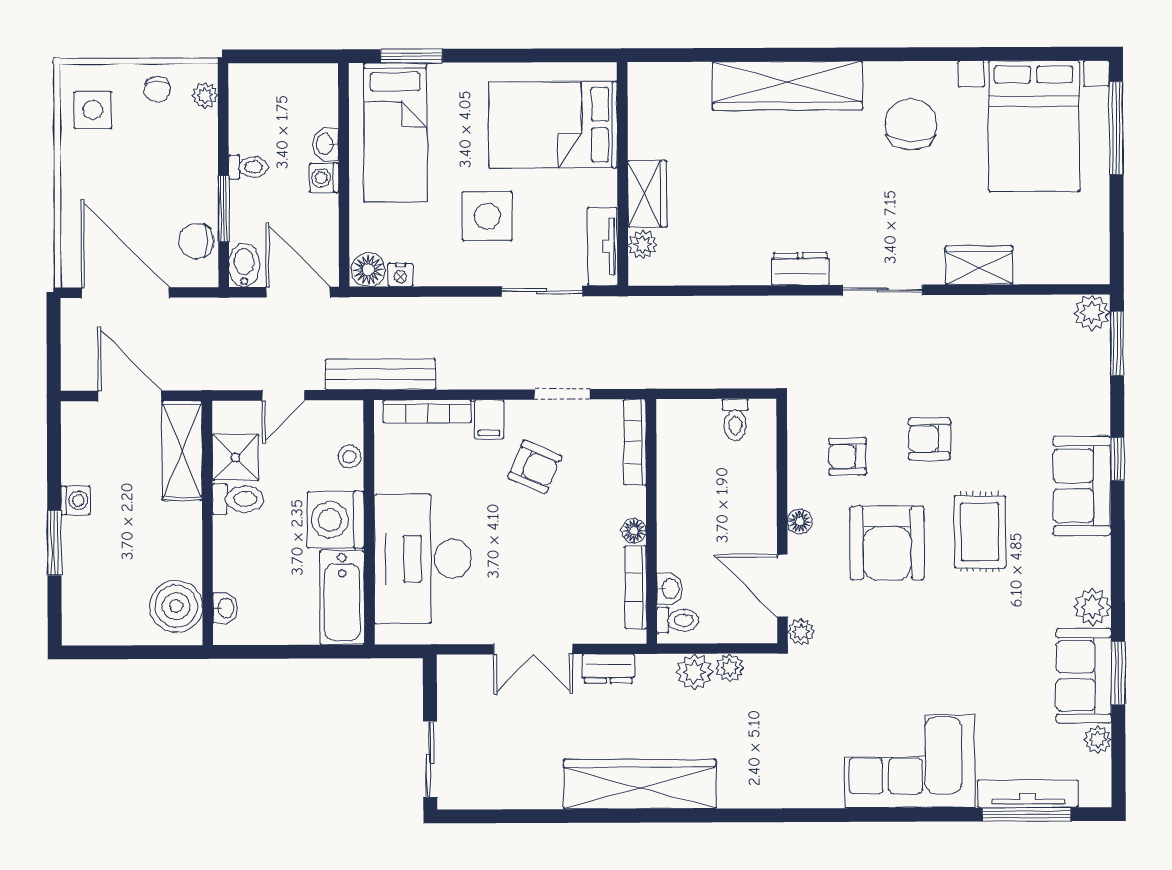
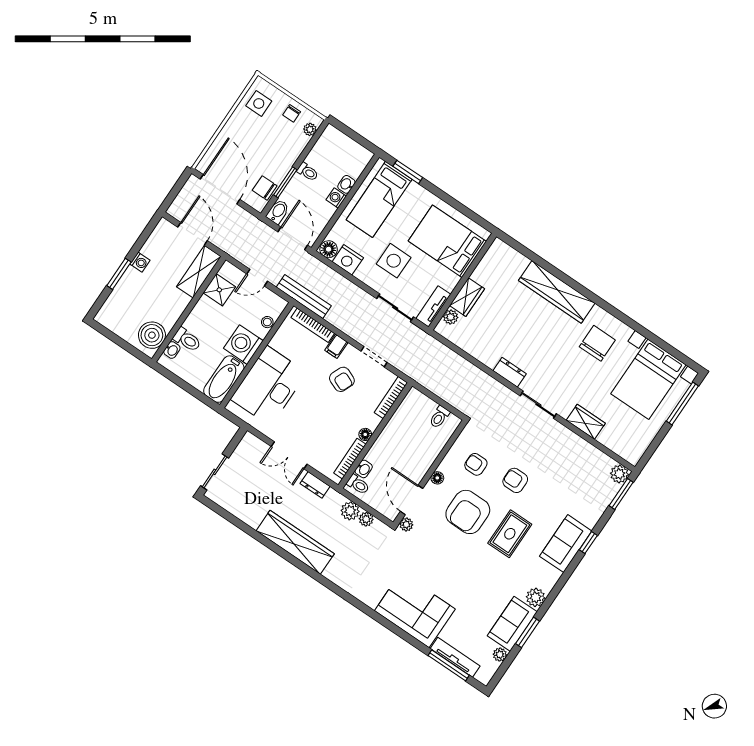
nightstand: (400, 275) -> (348, 260), width x1.89, depth x1.79
toilet: (238, 499) -> (187, 340), moved

